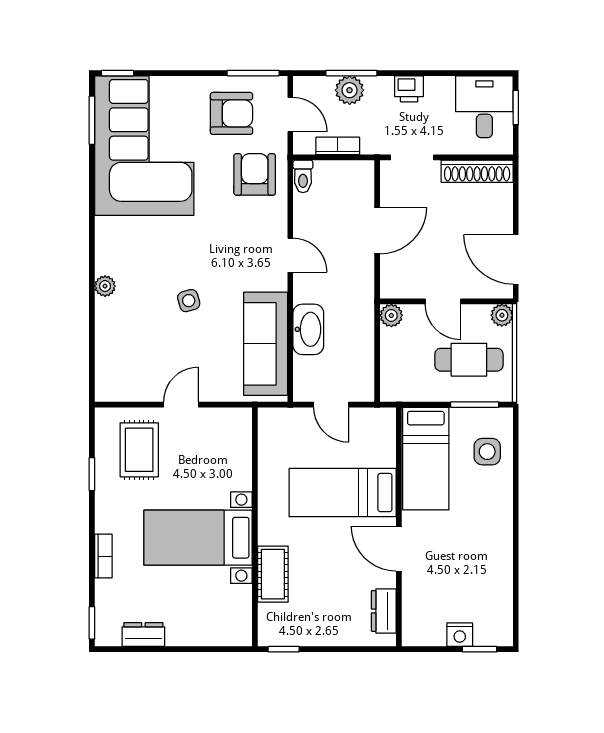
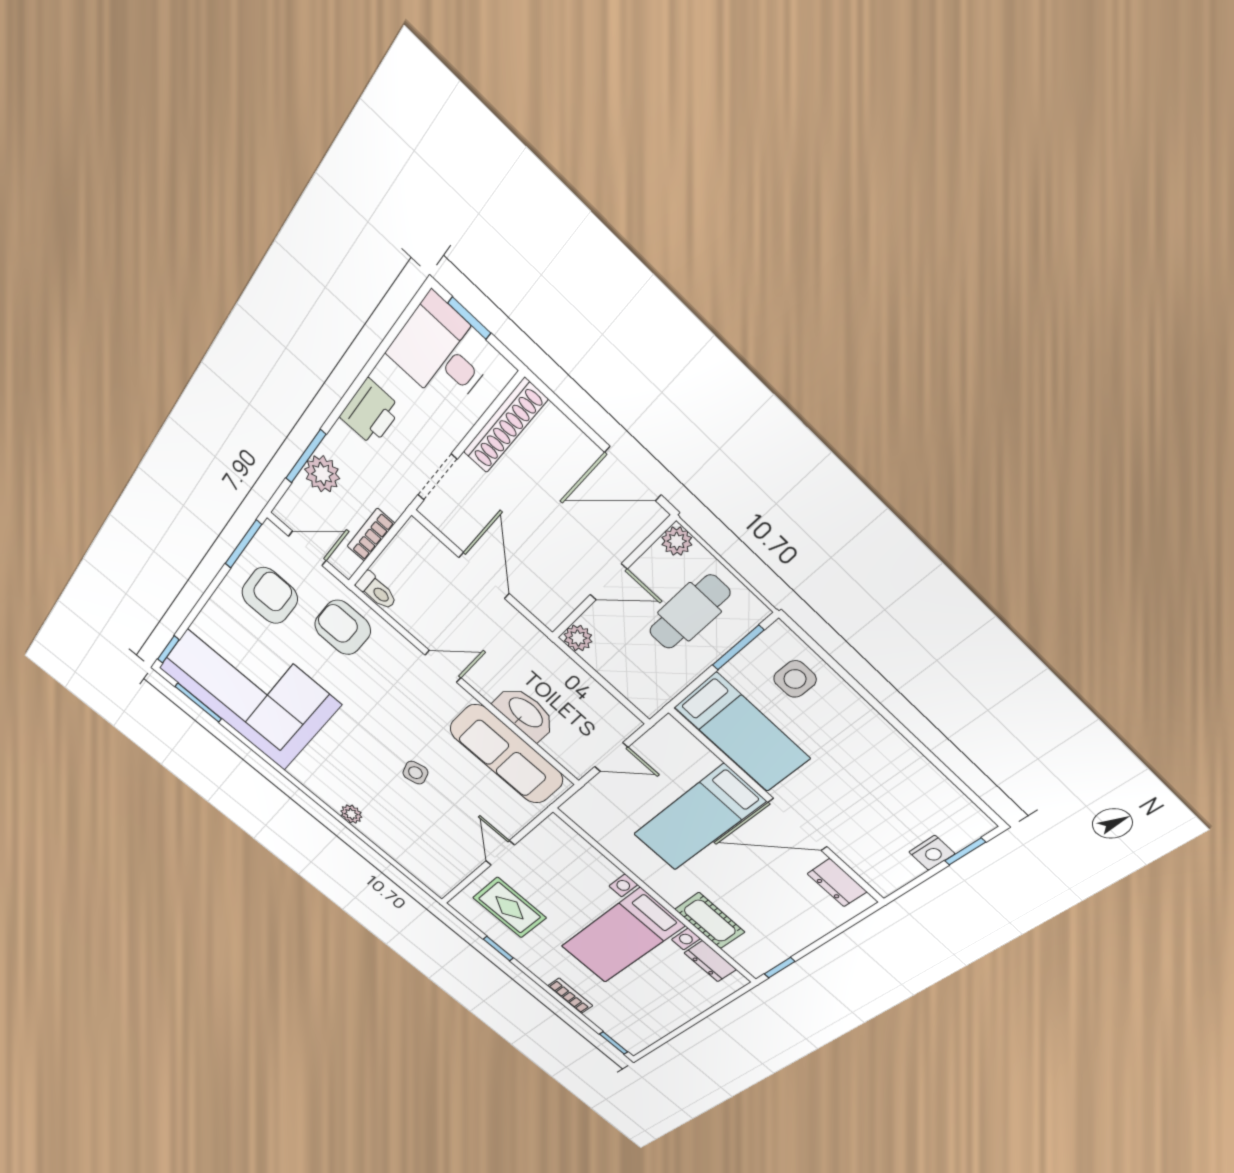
printer: (409, 89) -> (370, 412), width x1.36, depth x1.24
door: (399, 549) -> (798, 825), width x1.36
dresser: (143, 635) -> (710, 961), moved, turned -90

